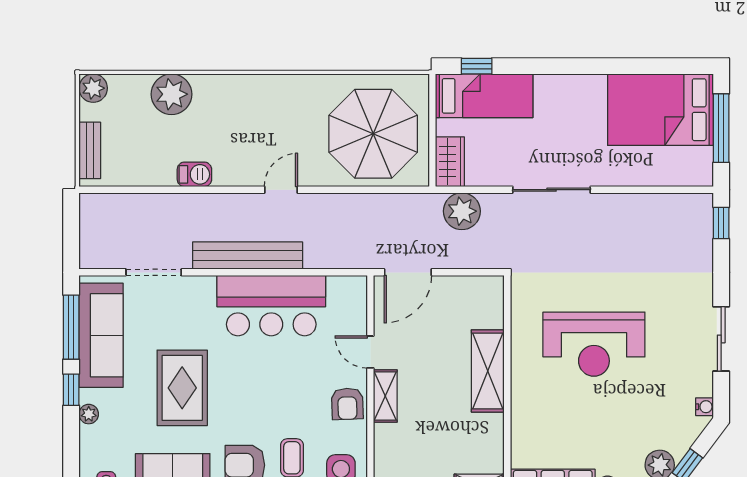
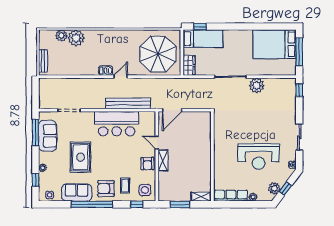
plant: (93, 88) -> (61, 36), moved
barbecue: (194, 174) -> (106, 70), moved
plant: (462, 211) -> (257, 85), moved
bench: (248, 256) -> (128, 103), moved
sofa: (101, 335) -> (48, 136), width x0.73
reception desk: (594, 344) -> (259, 156), moved
shelving: (488, 371) -> (204, 150), removed
window: (71, 390) -> (35, 180), moved

